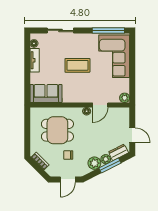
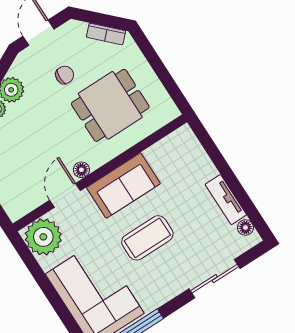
sofa: (46, 93) -> (123, 185), moved
plant: (125, 98) -> (43, 237), width x1.87, depth x1.87

